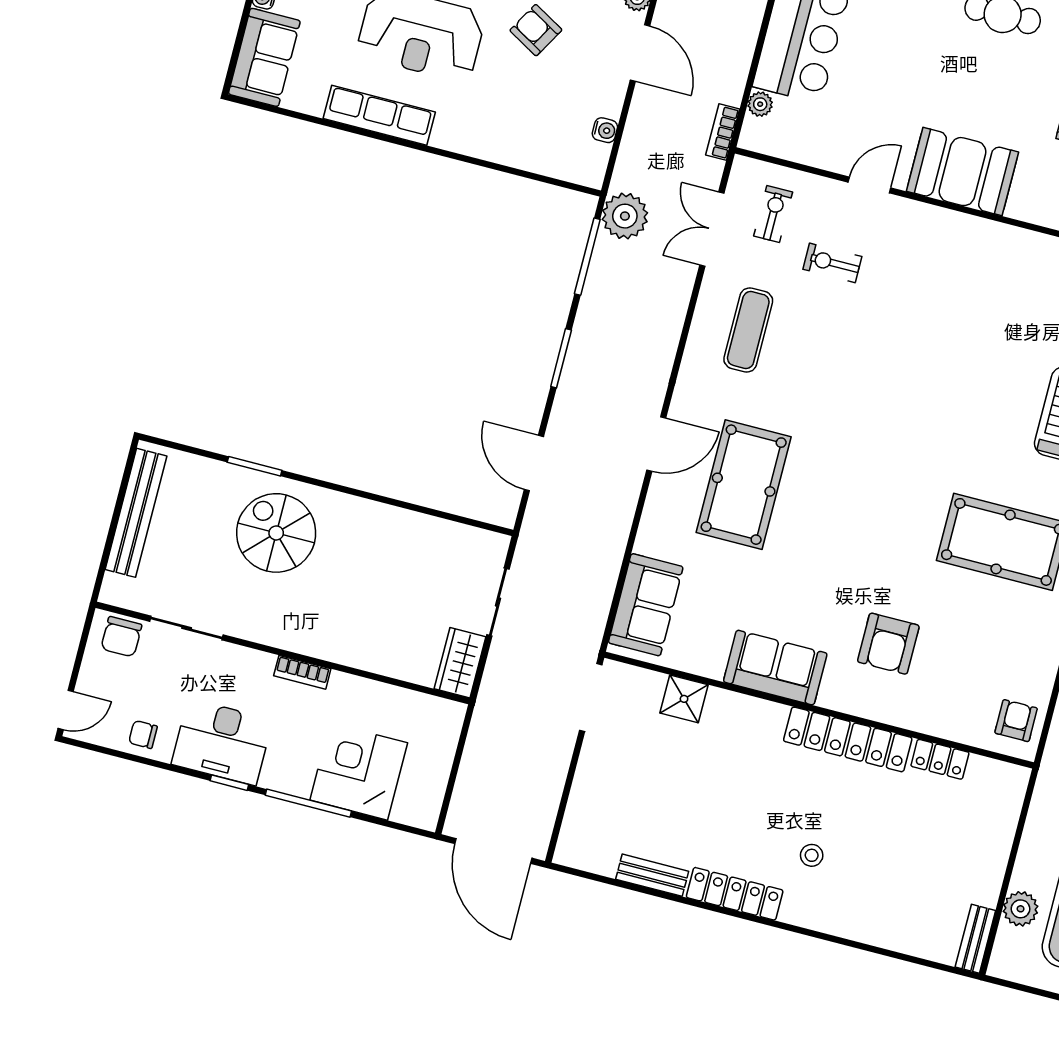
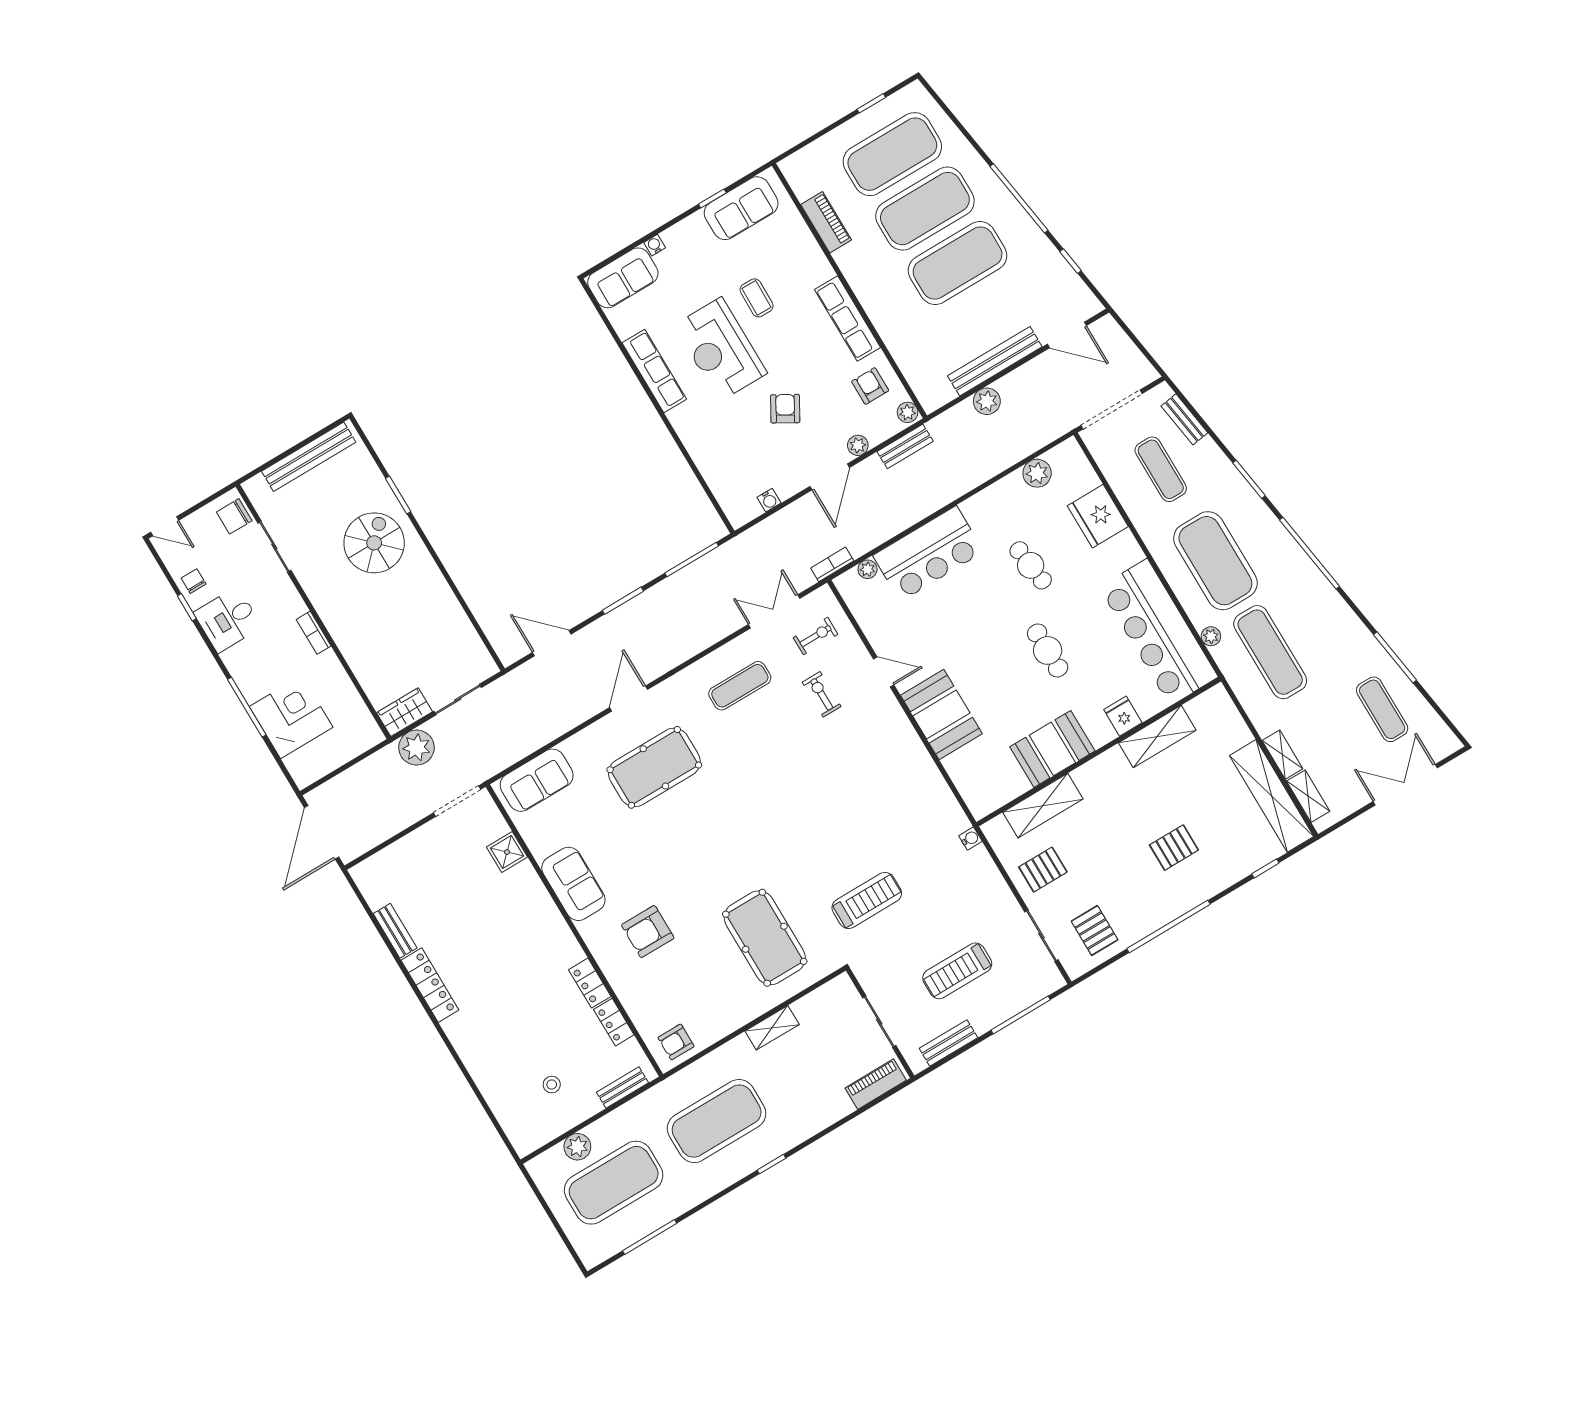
plant: (625, 216) -> (416, 748), moved
door: (656, 444) -> (629, 698), swing flipped
door: (534, 463) -> (552, 643), hinge flipped
armchair: (1016, 721) -> (676, 1042), turned 180
locker: (848, 739) -> (590, 983), width x0.46, depth x0.83
desk: (222, 742) -> (228, 620), width x0.73
window: (229, 783) -> (187, 607), moved
stool: (812, 855) -> (552, 1085), moved
bench: (975, 939) -> (622, 1088), moved

